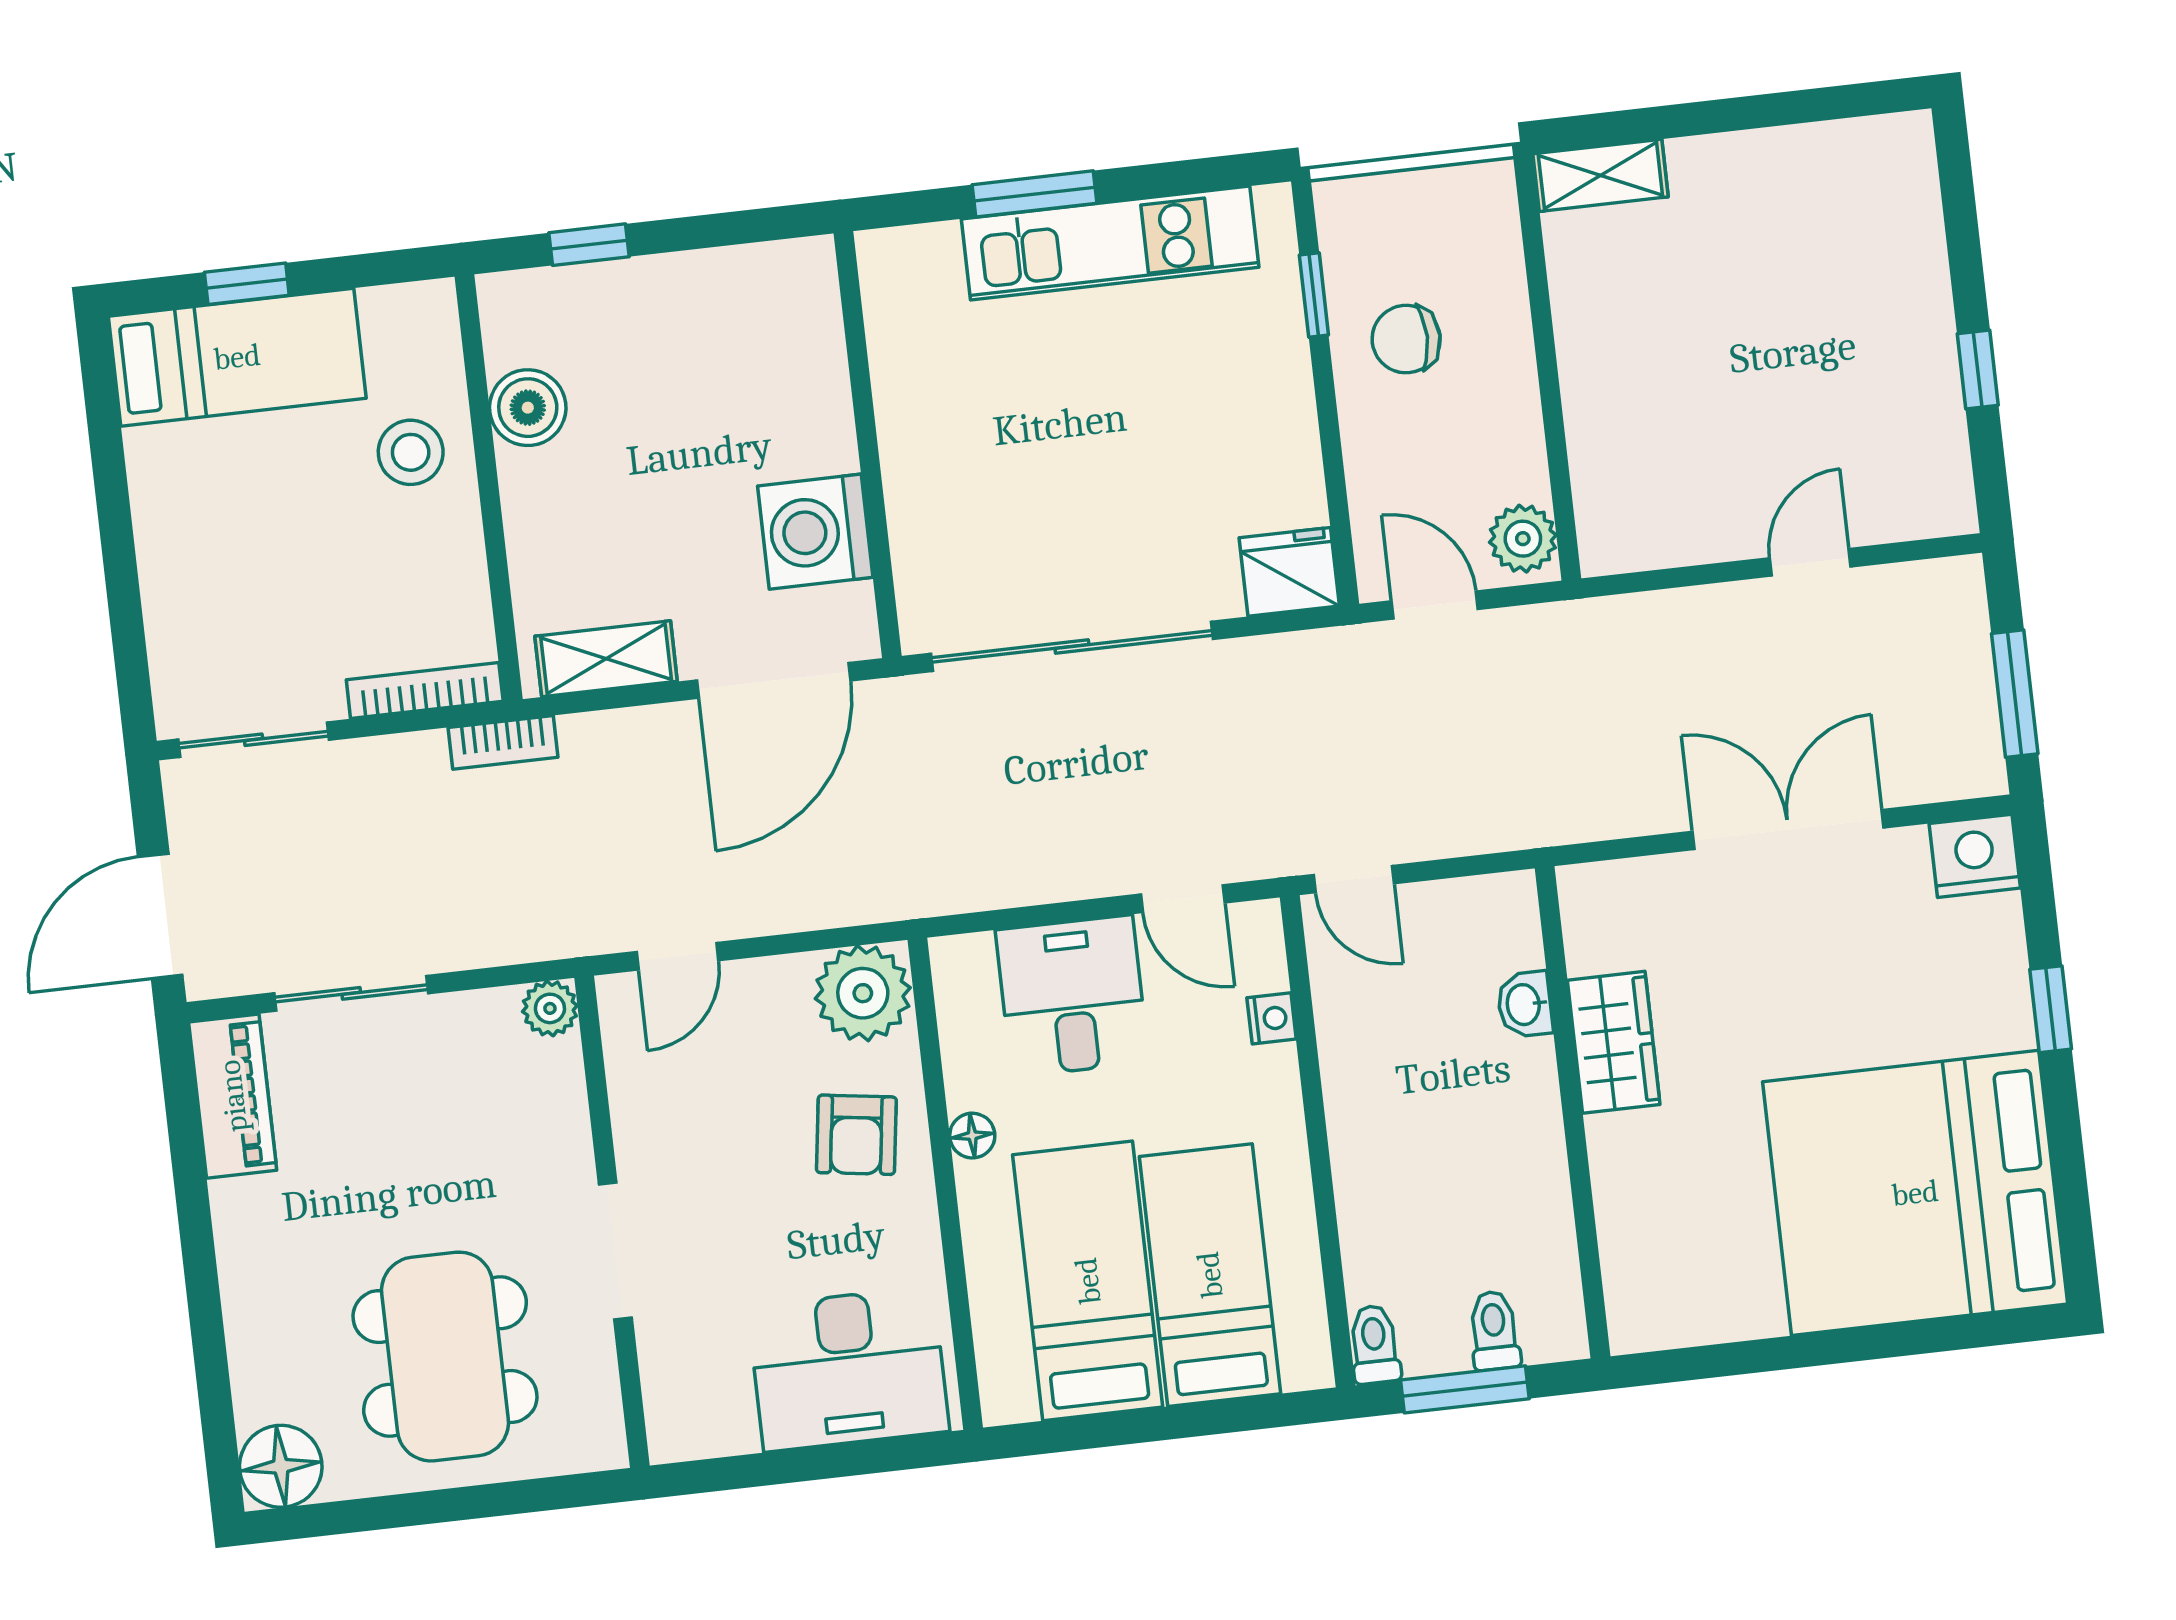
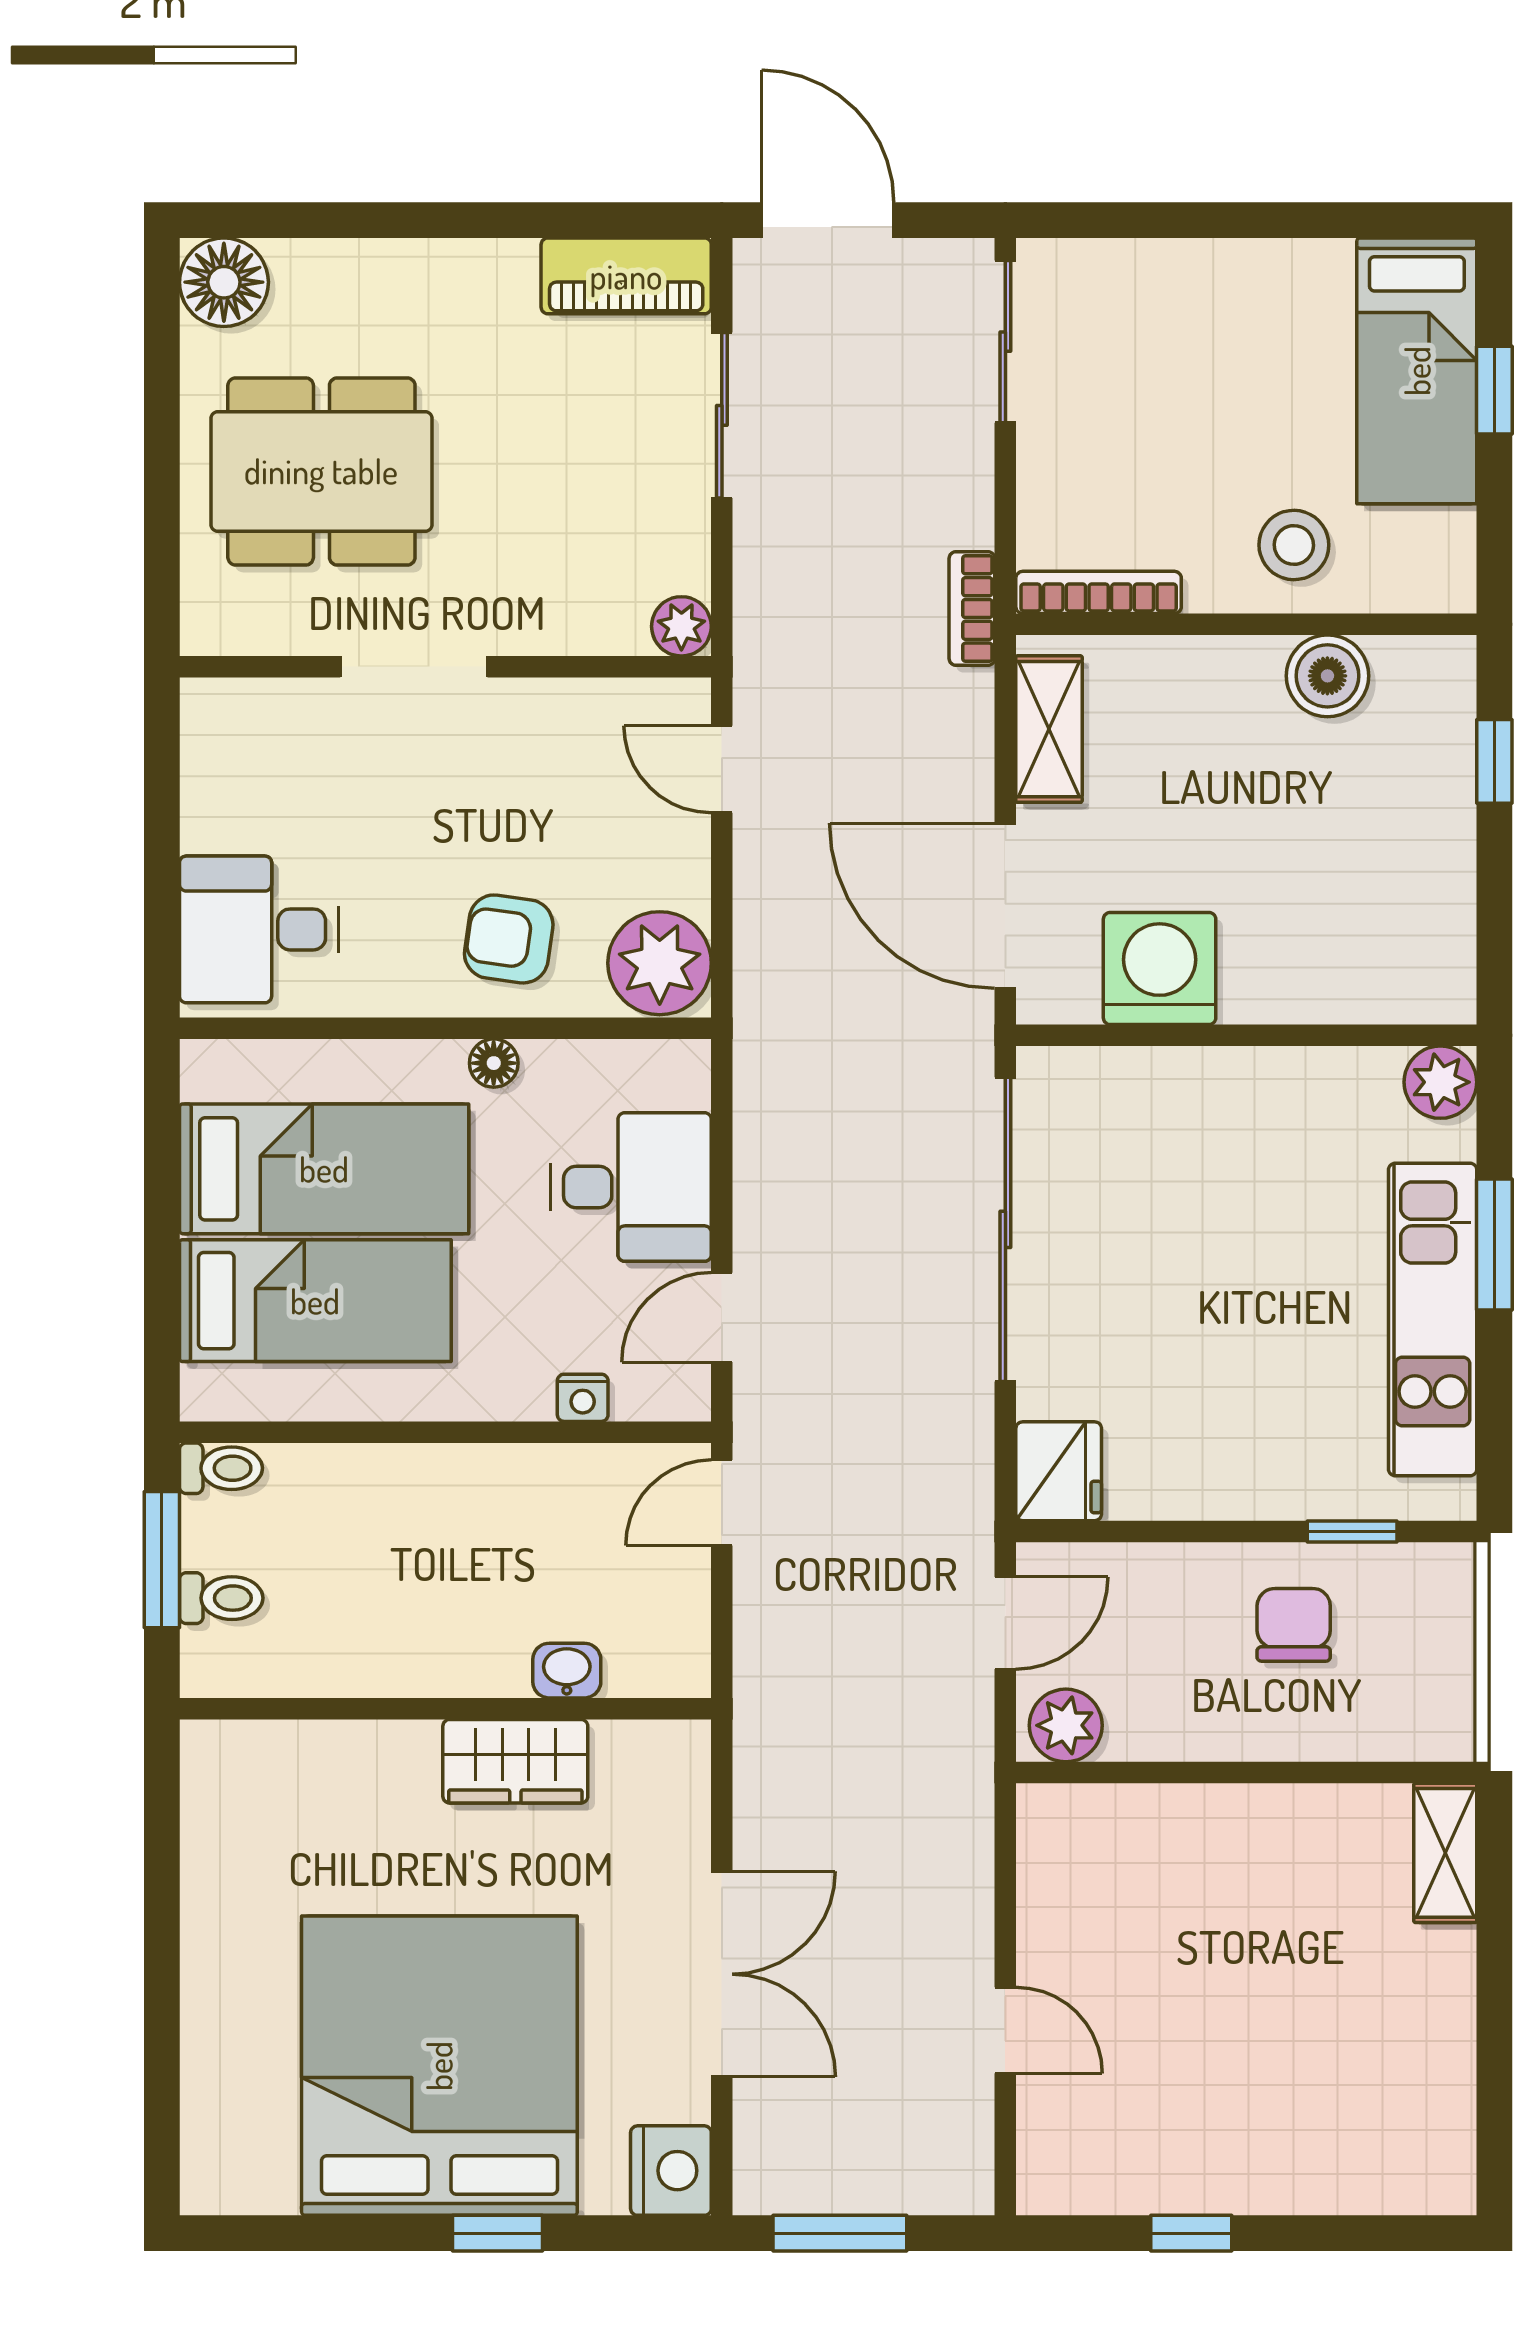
plant: (890, 261) -> (1440, 1082), added
bookcase: (425, 691) -> (1099, 592), moved, turned -90
bed: (1915, 1193) -> (439, 2066), moved
desk: (849, 1369) -> (259, 929), width x0.73

